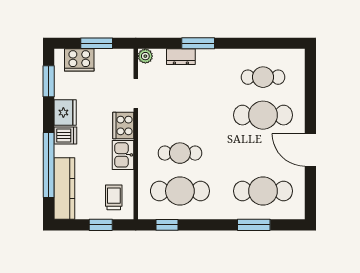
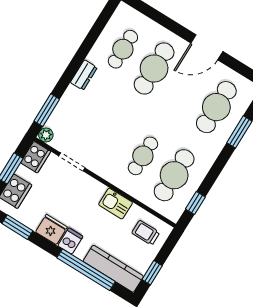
window: (198, 43) -> (47, 110), moved
dresser: (181, 57) -> (84, 75), moved
cooker: (123, 125) -> (36, 157), moved, turned -90
window: (101, 225) -> (152, 273), moved

